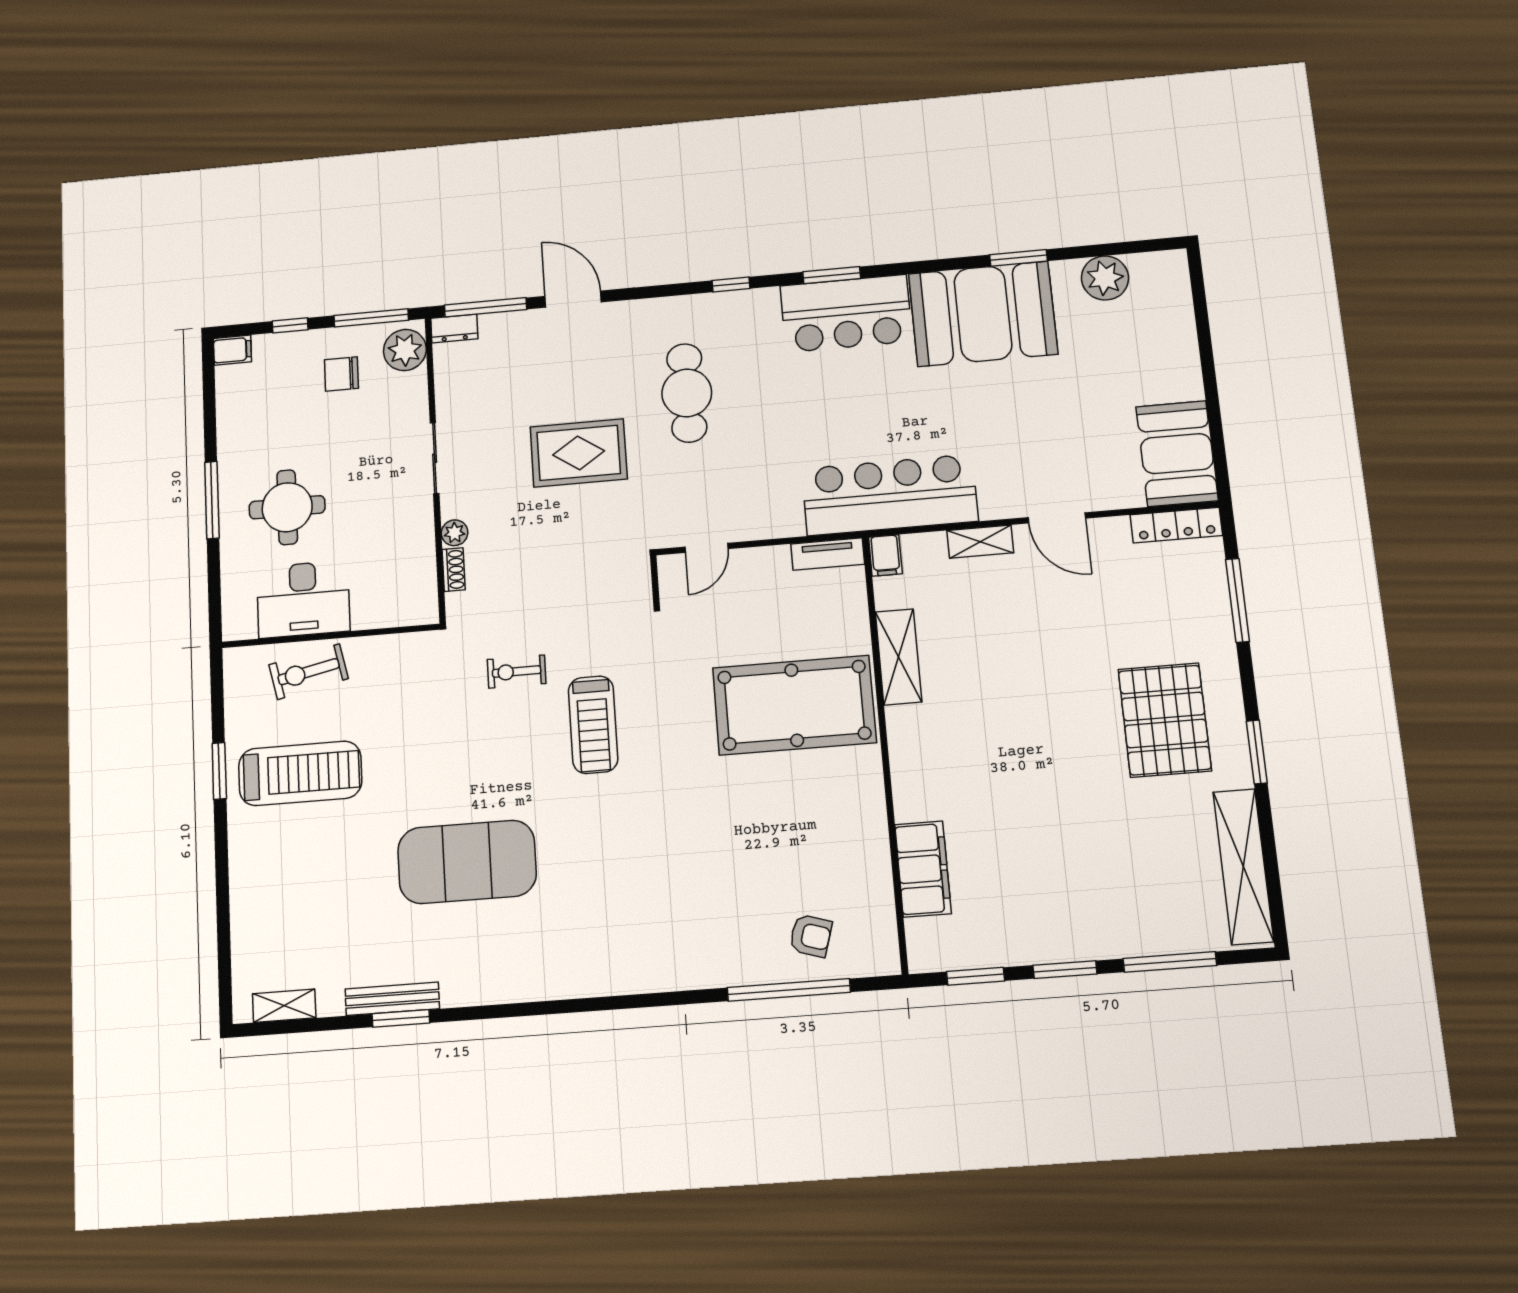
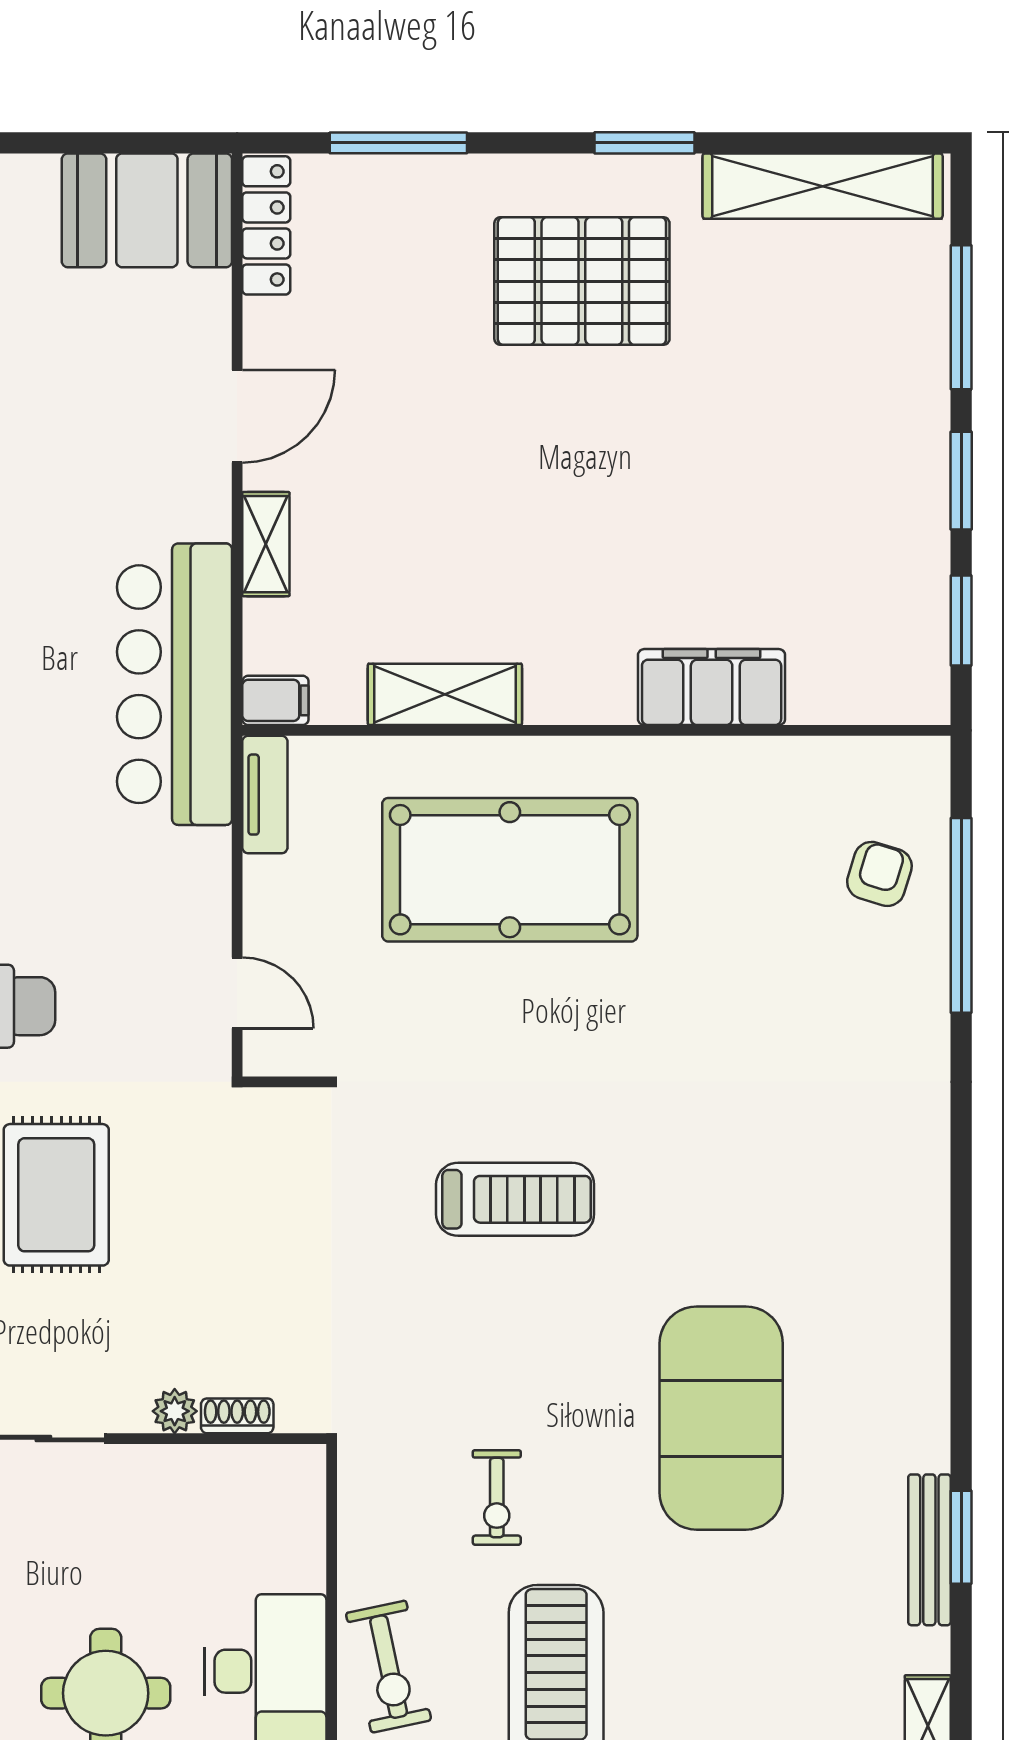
exercise bike: (517, 671) -> (497, 1498), moved
pool table: (794, 705) -> (510, 870), turned 90
filing cabinet: (923, 869) -> (712, 687), moved

